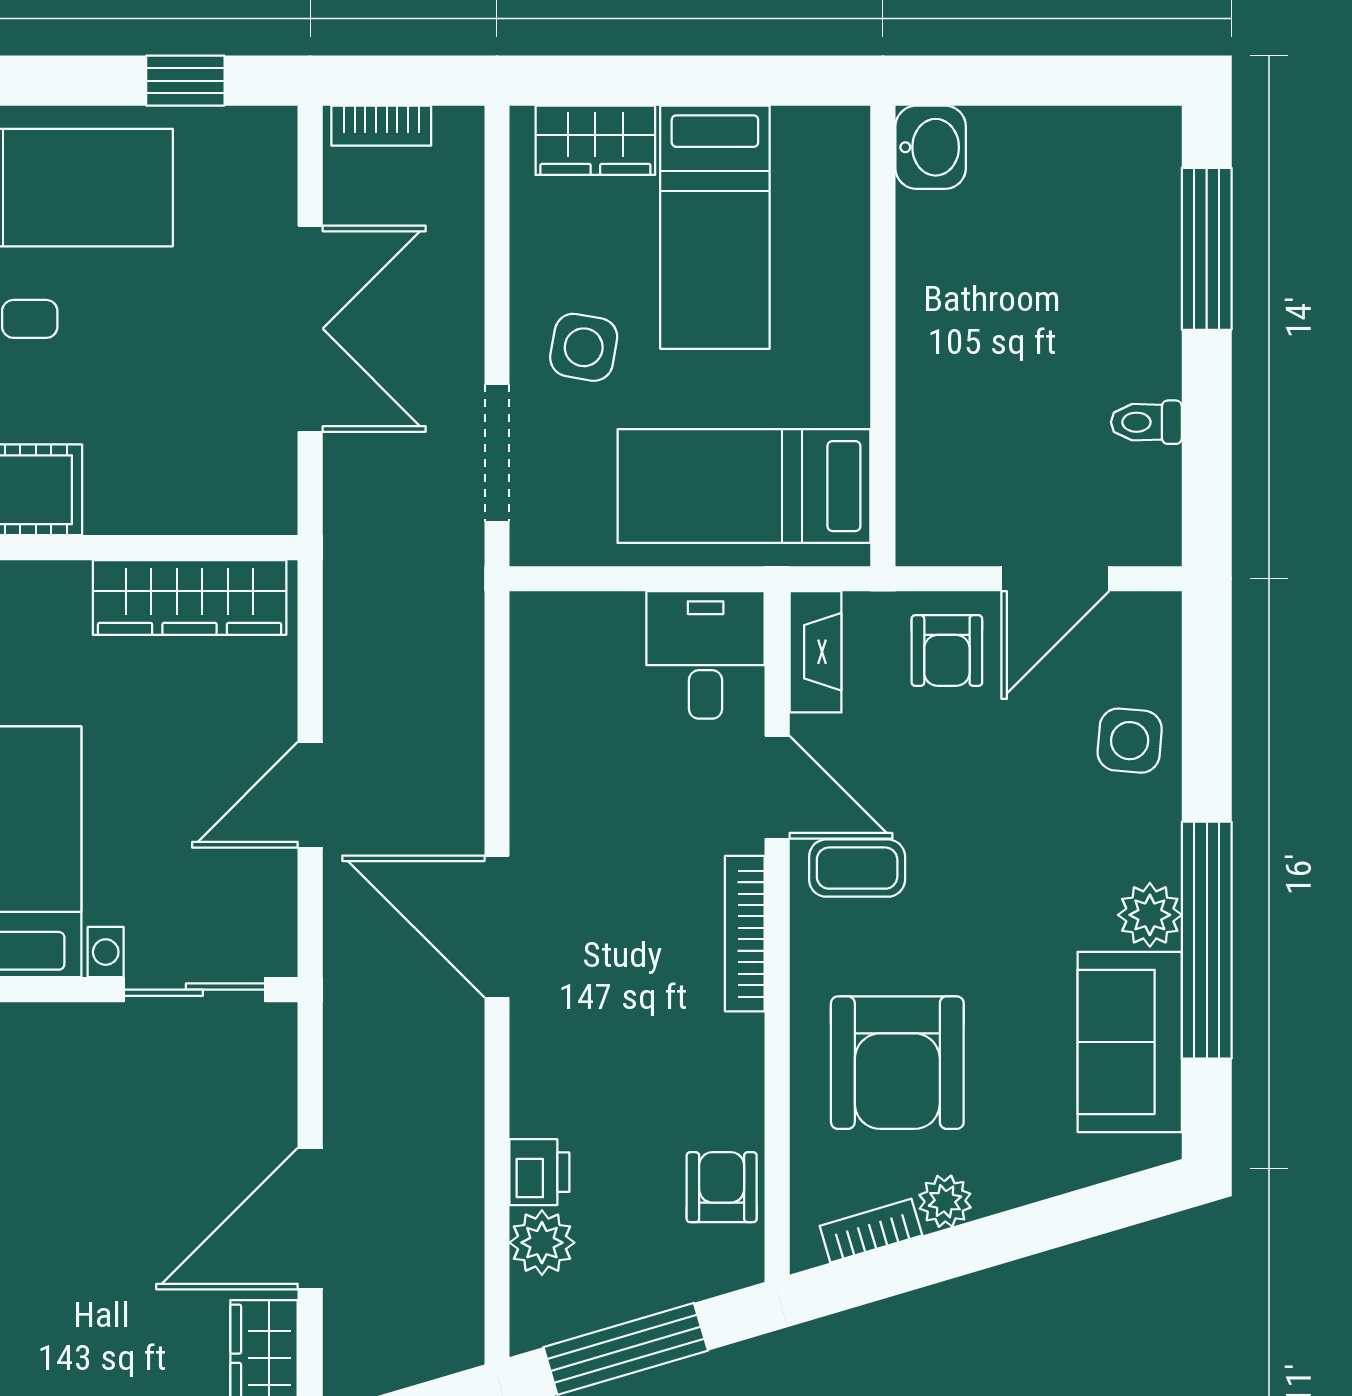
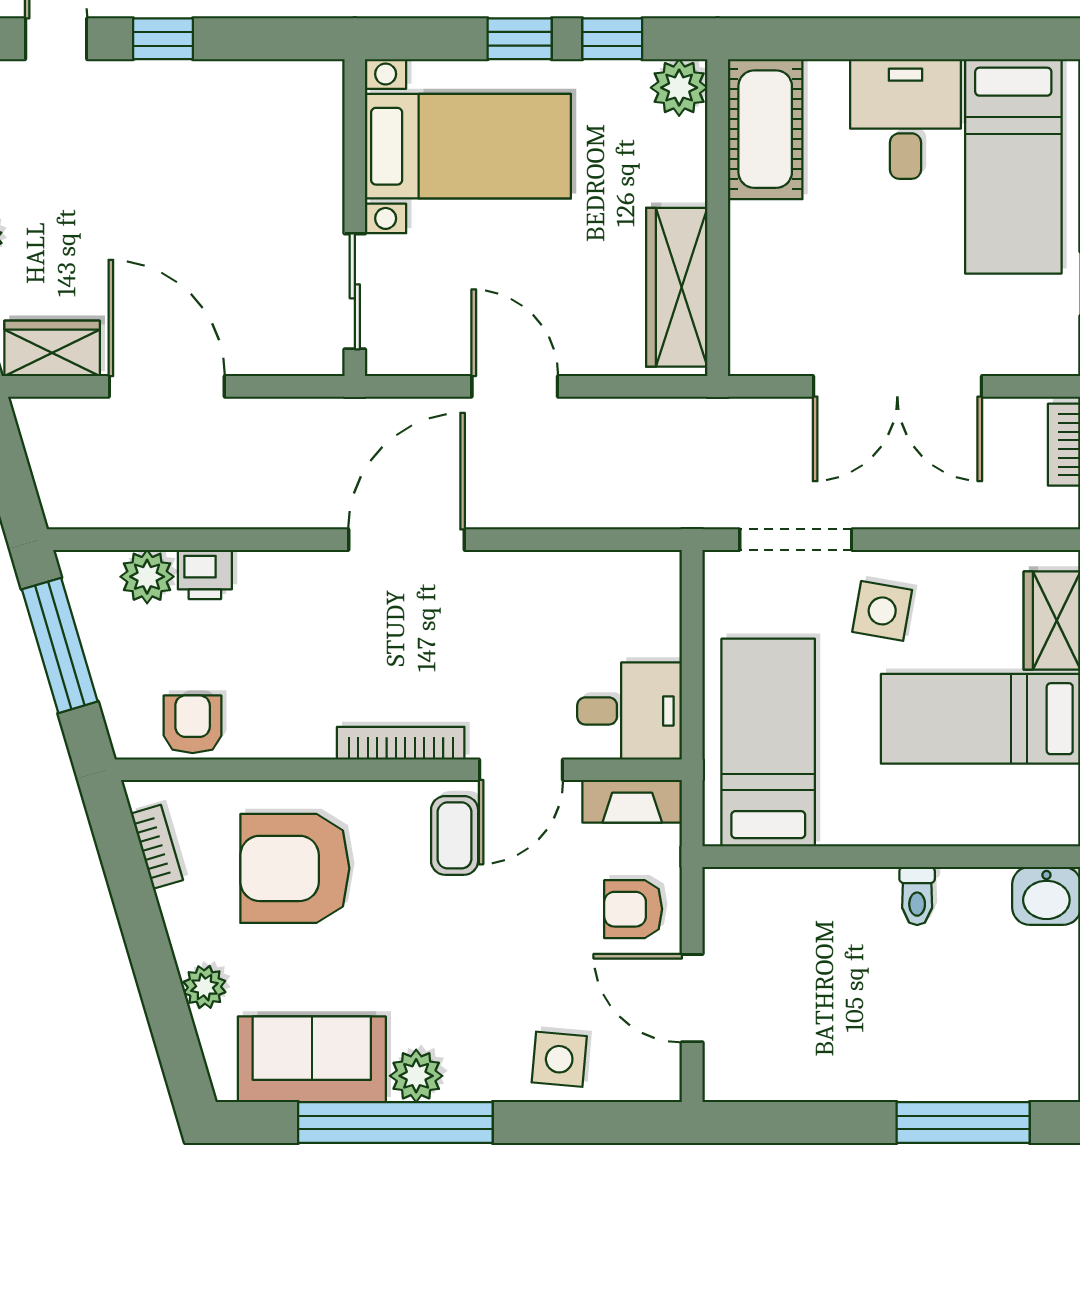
toilet: (1146, 422) -> (917, 896), moved, turned 180
armchair: (722, 1187) -> (193, 724), turned -90
plant: (945, 1201) -> (204, 987), moved

